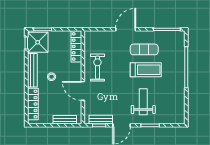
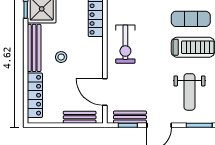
exercise bike: (97, 68) -> (125, 44), turned 180
door: (83, 91) -> (105, 92), moved
weight bench: (143, 102) -> (189, 92), turned 180

